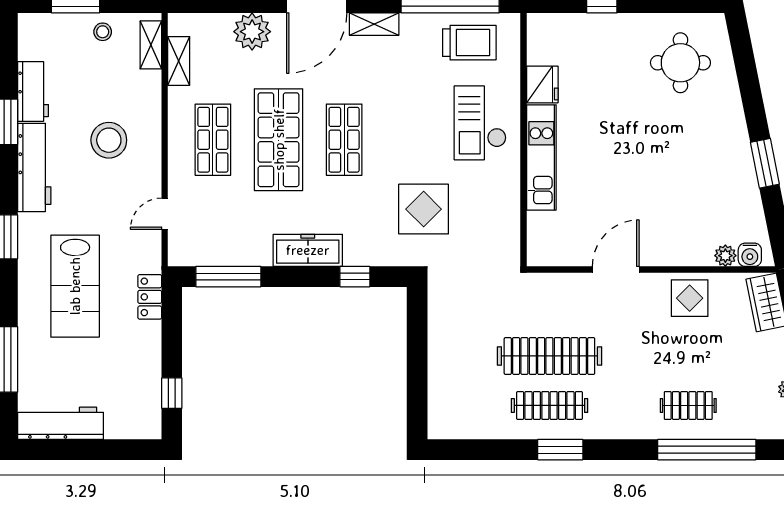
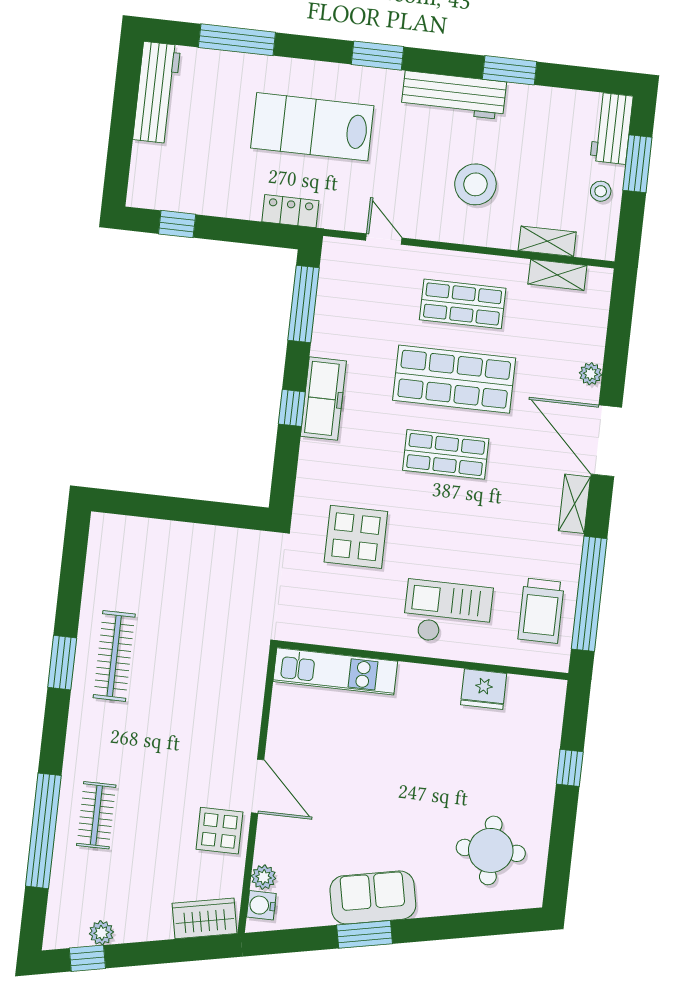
plant: (252, 32) -> (591, 374), width x0.53, depth x0.53
shelving: (151, 45) -> (547, 241), moved
workbench: (33, 91) -> (612, 128), moved, turned 90
kitchen unit: (541, 157) -> (335, 671), moved
sofa: (732, 160) -> (373, 897), added
door: (616, 269) -> (258, 786), moved
window: (355, 277) -> (292, 408), moved
clothes rail: (549, 356) -> (171, 662), removed

